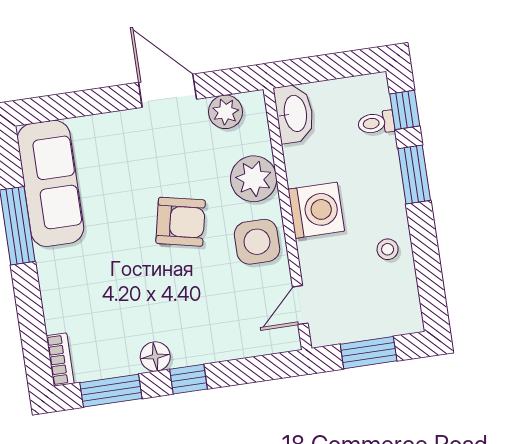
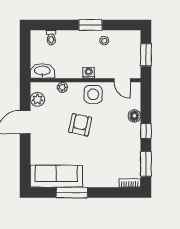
window: (405, 110) -> (48, 25), removed
window: (414, 175) -> (90, 25), moved
plant: (254, 179) -> (62, 87), width x0.53, depth x0.53
washing machine: (316, 210) -> (89, 73), width x0.53, depth x0.53
floor lamp: (155, 357) -> (134, 116), moved

